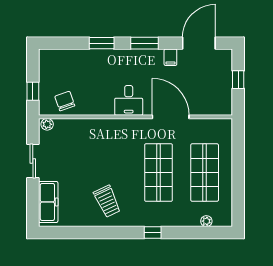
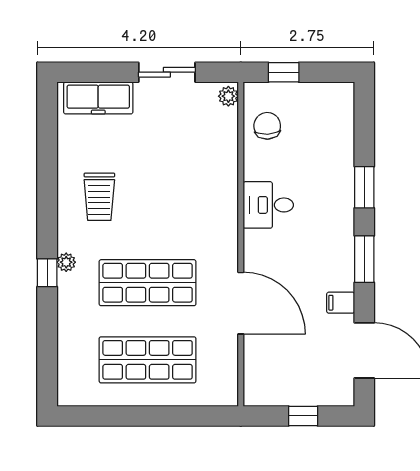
desk: (129, 100) -> (268, 205), moved
chair: (65, 101) -> (267, 126), turned -74
door: (171, 117) -> (241, 303), hinge flipped
trolley: (107, 201) -> (99, 197), turned -65
plant: (206, 221) -> (66, 262), moved

